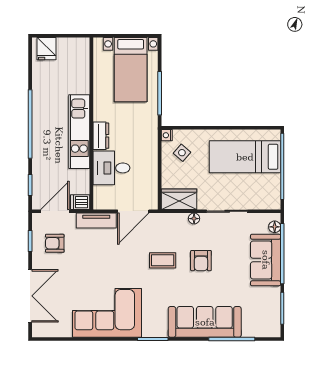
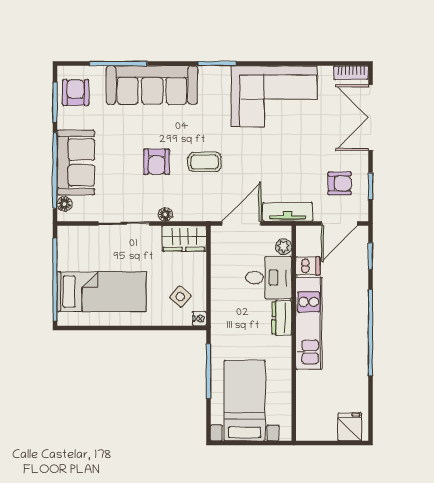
plant: (99, 193) -> (284, 247), added
dishwasher: (80, 202) -> (308, 266), moved
armchair: (201, 261) -> (157, 162), turned 180
armchair: (266, 316) -> (76, 92), added
bookcase: (46, 332) -> (351, 73), added

